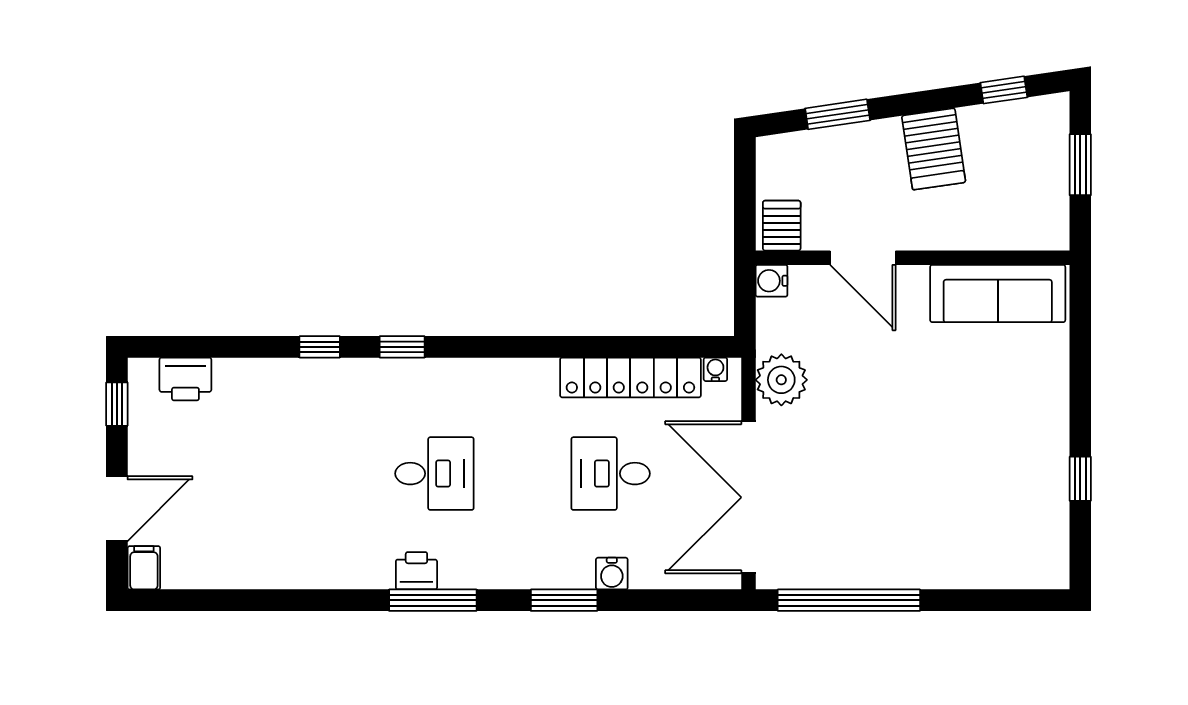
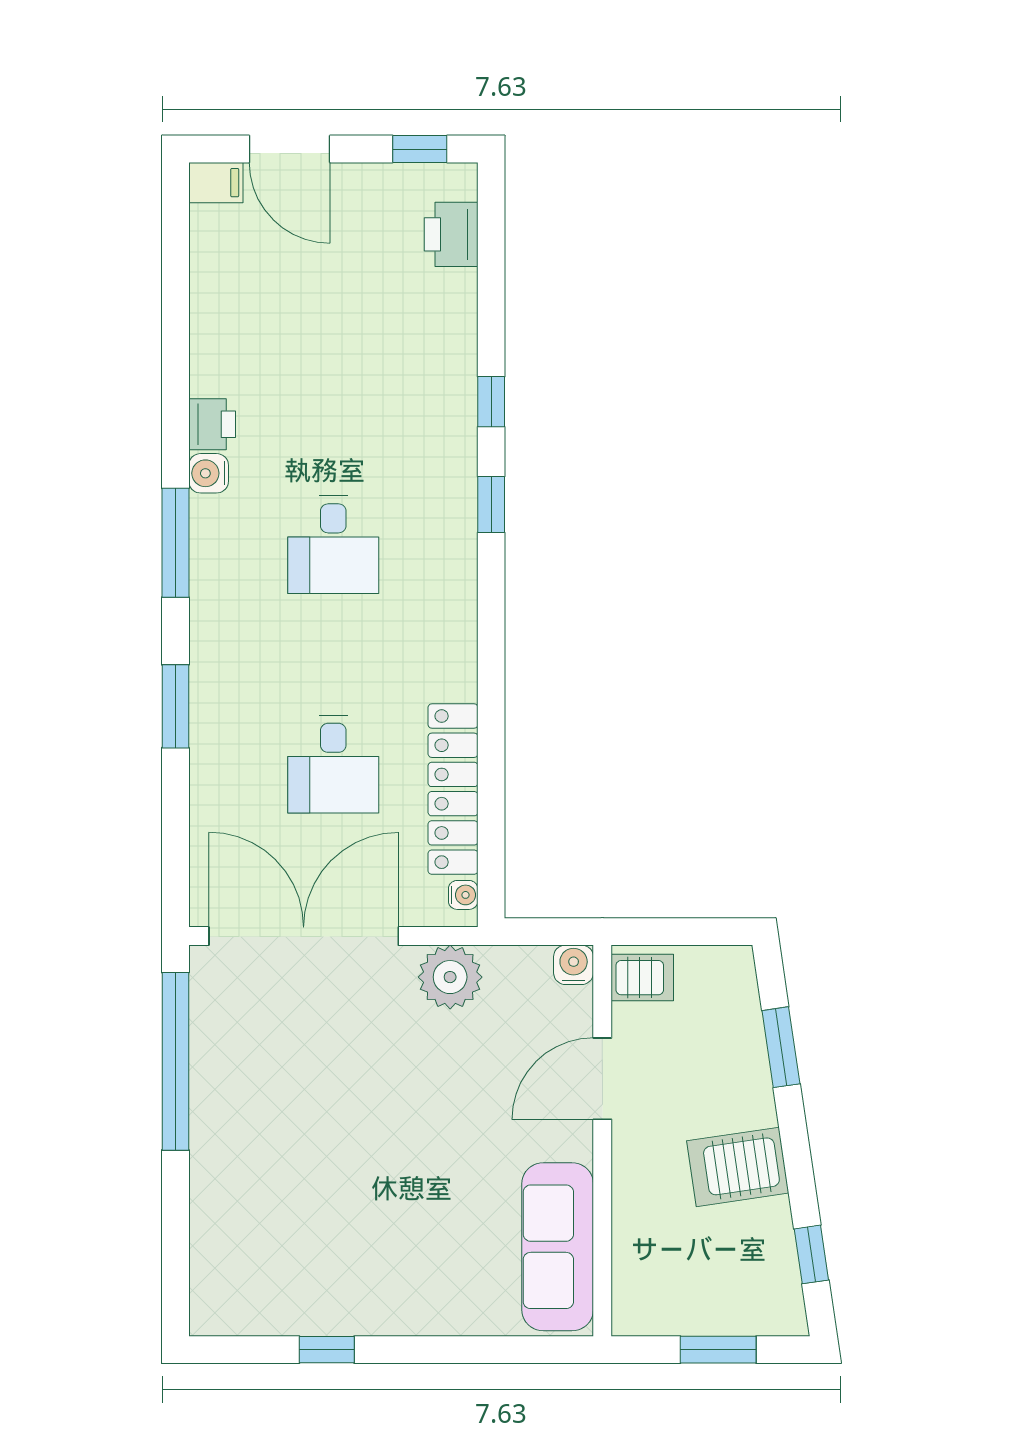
desk: (611, 474) -> (333, 764), turned 180
printer: (416, 571) -> (212, 424), moved
water cooler: (612, 574) -> (209, 473), moved

